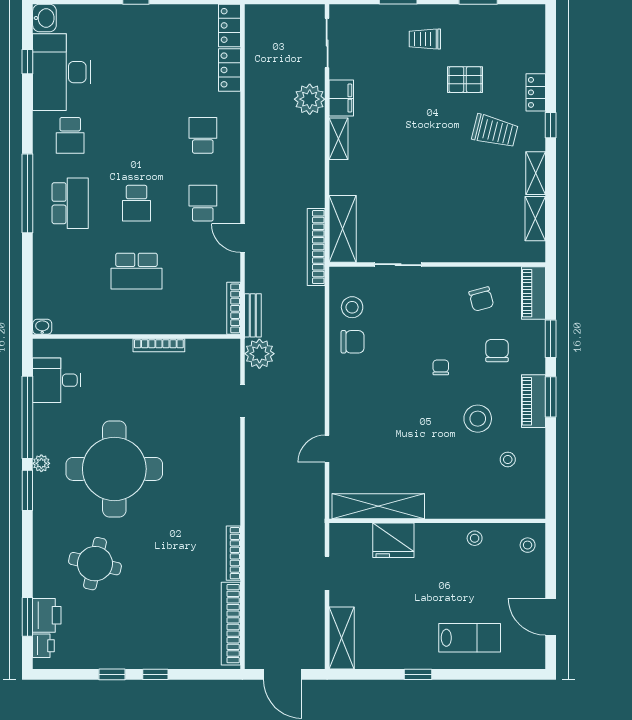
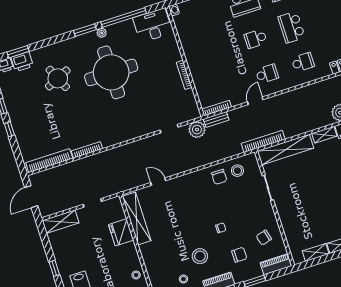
shelving: (343, 229) -> (286, 150), width x1.47
school desk: (137, 271) -> (292, 27), moved
desk: (57, 380) -> (153, 25), width x1.37
round table: (95, 564) -> (58, 78), turned -38

